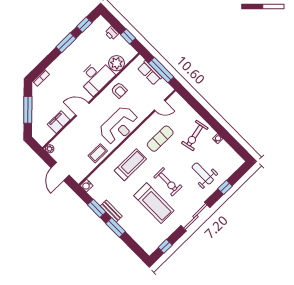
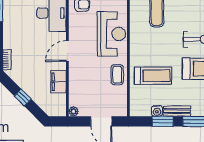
window: (28, 110) -> (23, 98), width x0.46
treadmill: (130, 165) -> (153, 76), moved, turned 90
water cooler: (87, 186) -> (157, 111), moved

